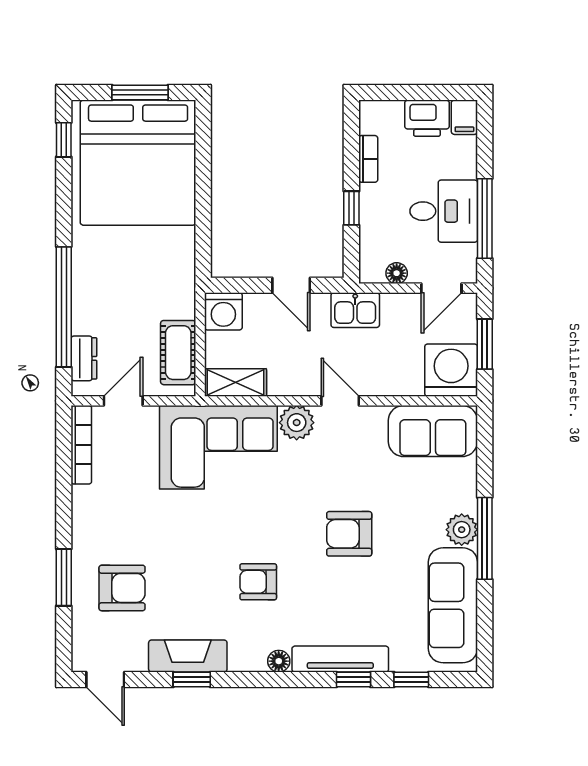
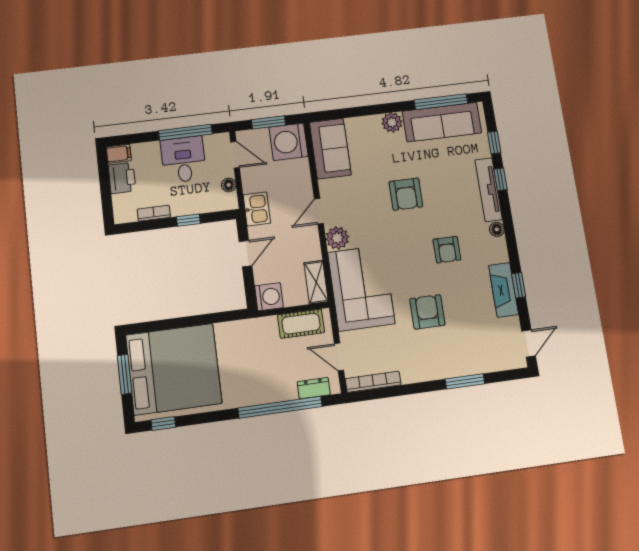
window: (485, 538) -> (441, 102), moved
armchair: (122, 588) -> (427, 312), moved

